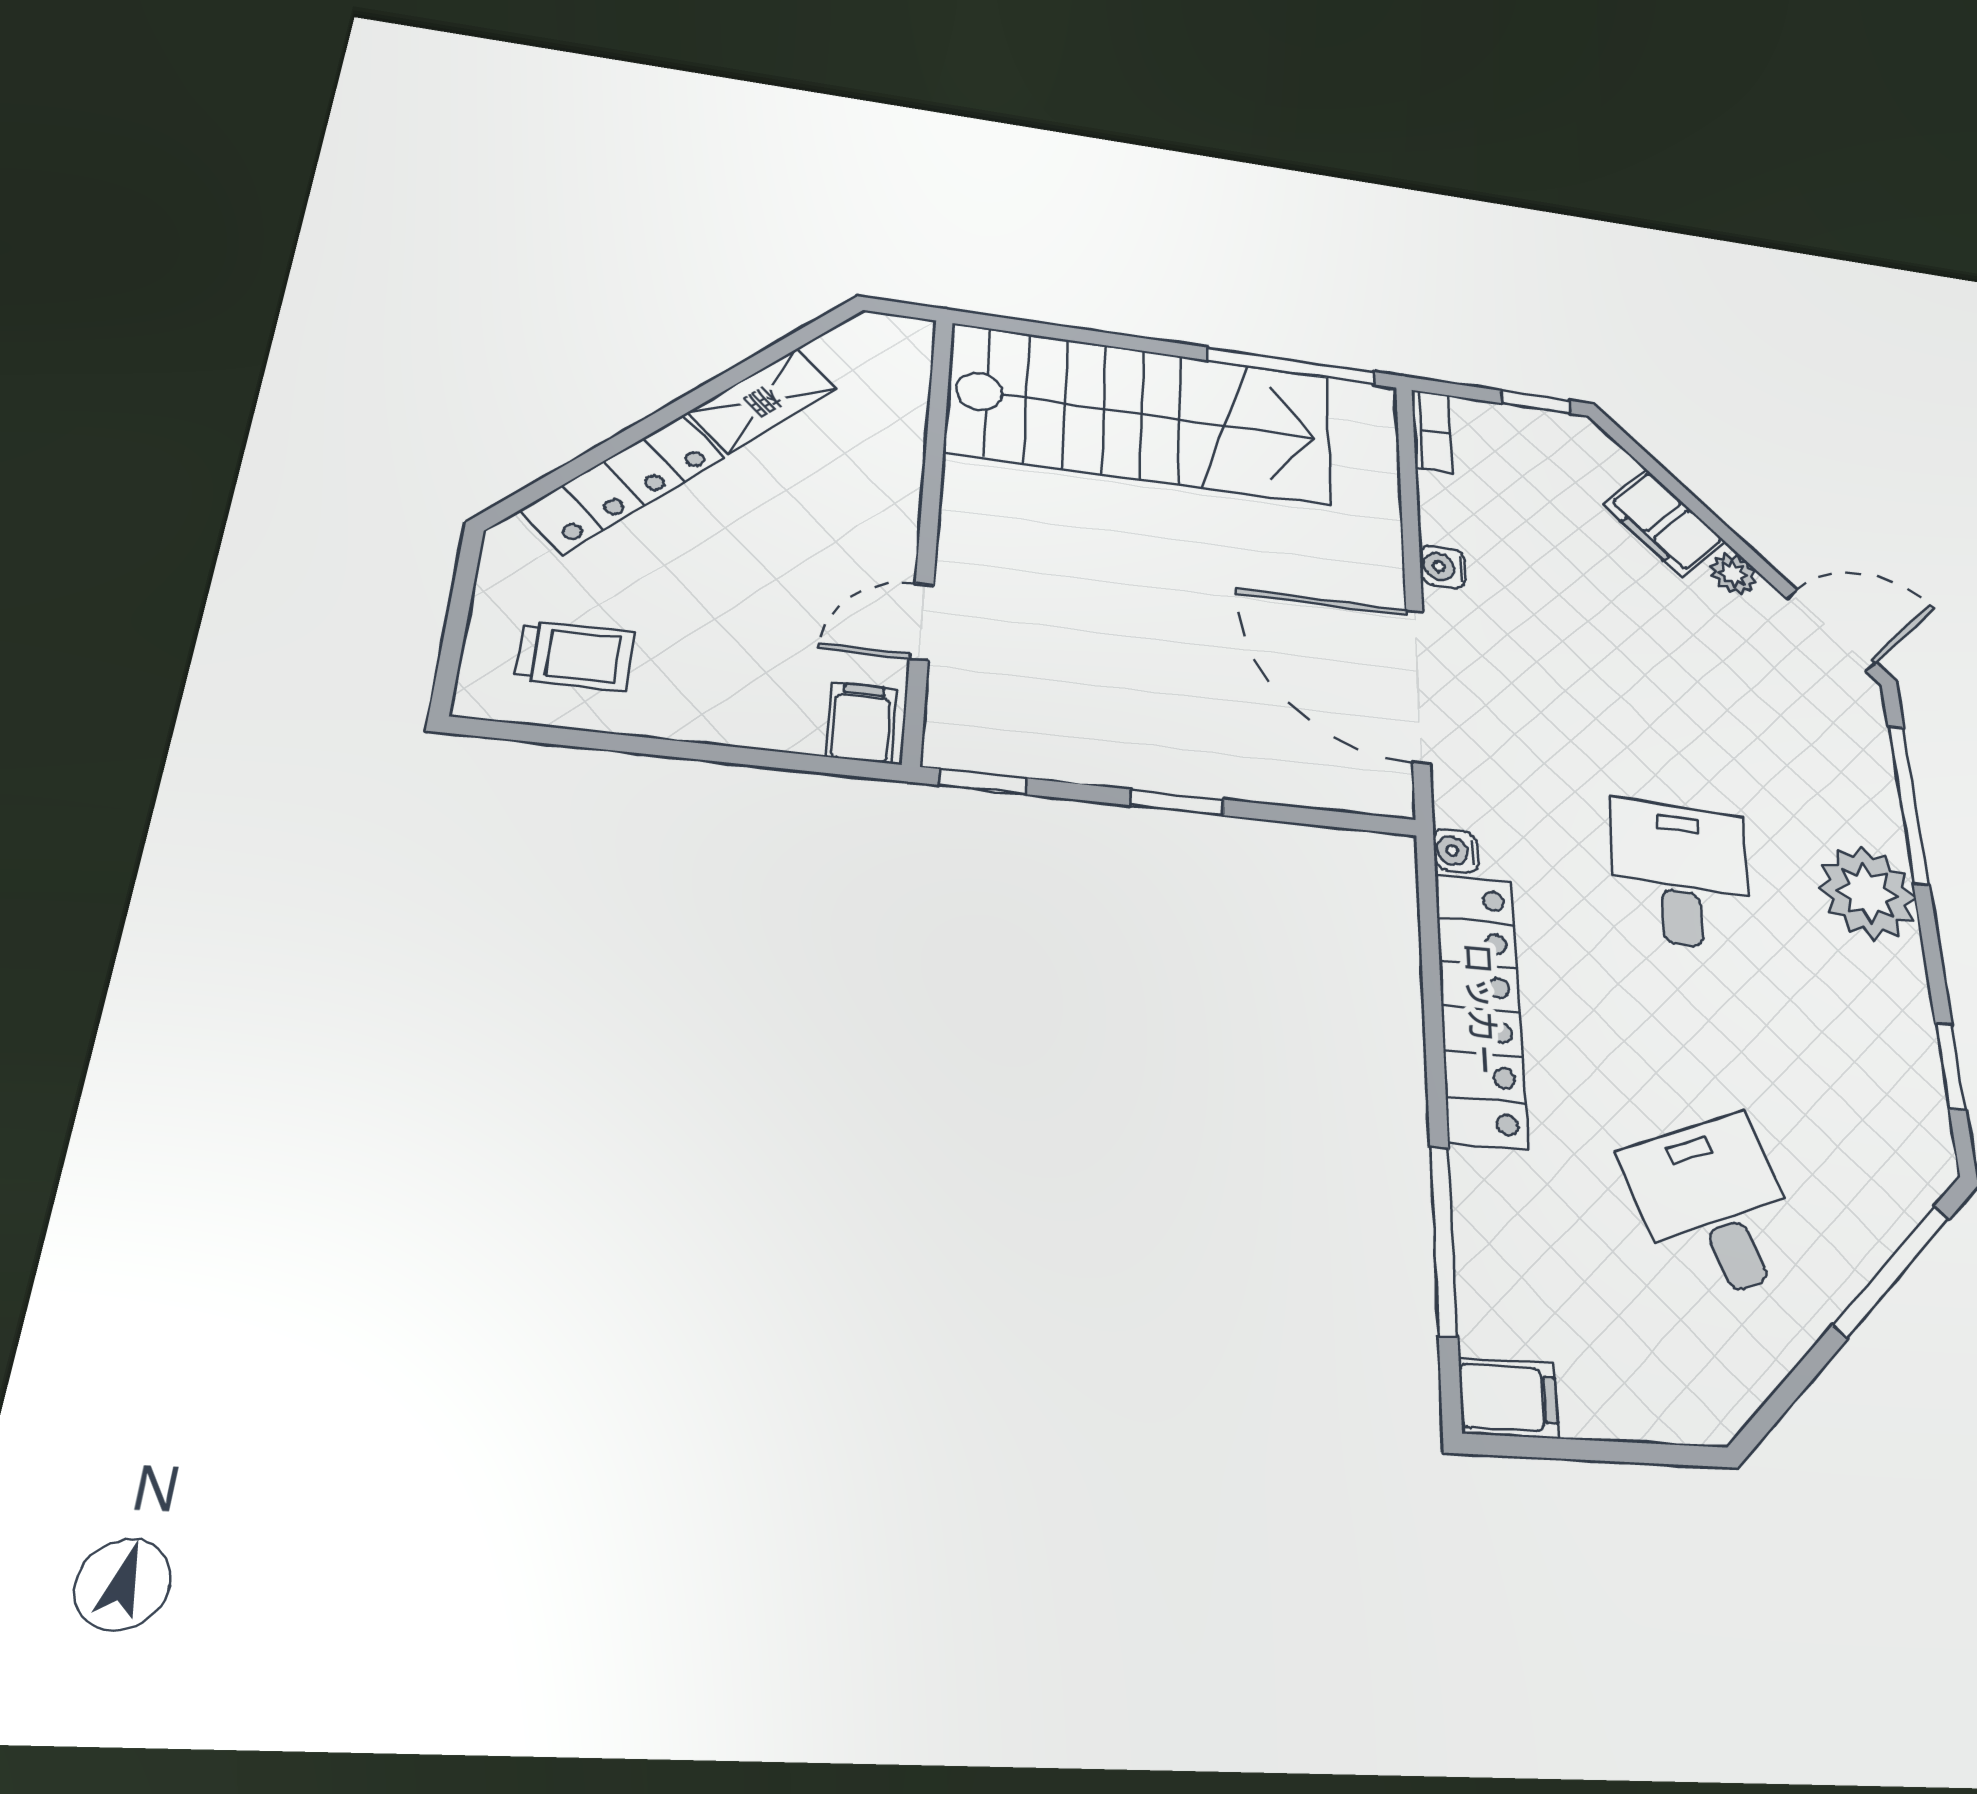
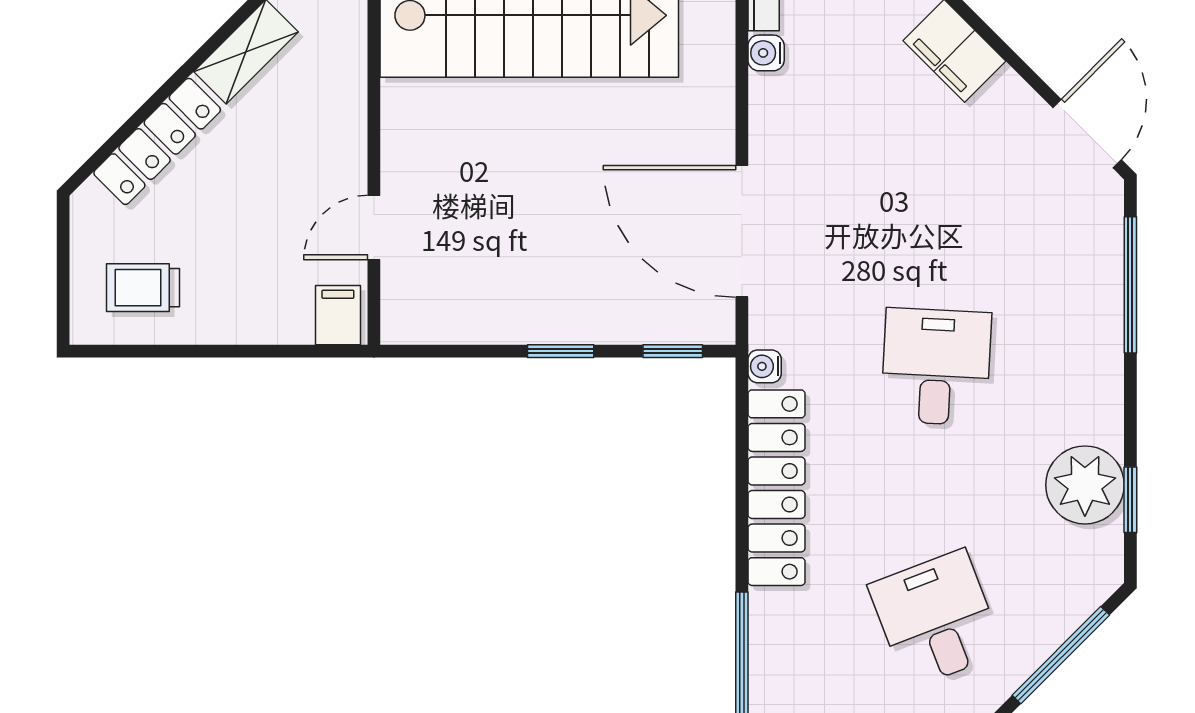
water cooler: (1442, 567) -> (766, 53), moved
plant: (1733, 574) -> (1009, 92), removed
door: (1831, 630) -> (1087, 134), hinge flipped
trolley: (576, 656) -> (143, 288), turned 180
window: (983, 782) -> (673, 351), moved
plant: (1868, 893) -> (1085, 485), moved

